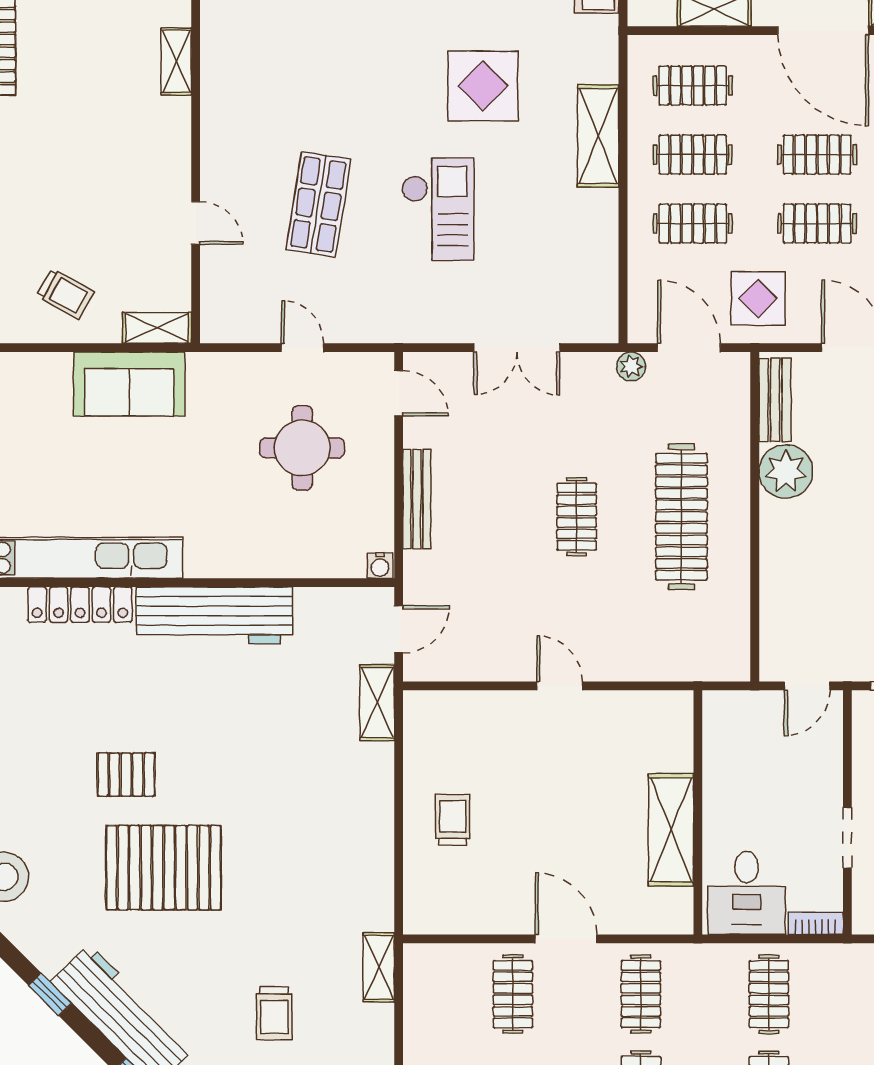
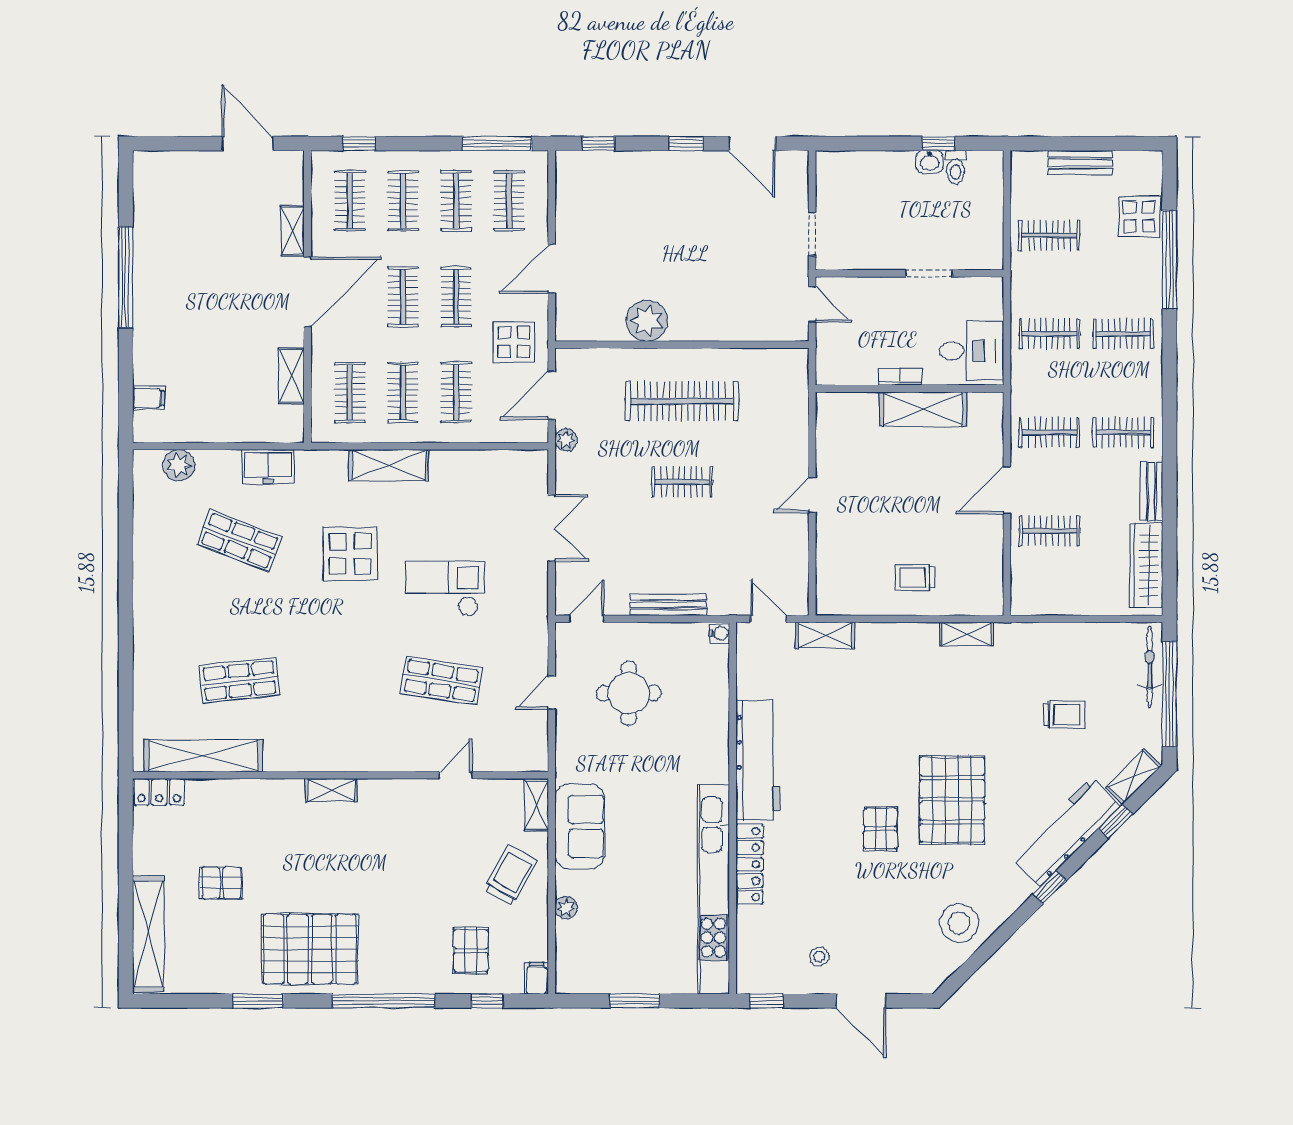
trolley: (65, 294) -> (510, 875), width x1.36, depth x1.39
plant: (24, 366) -> (566, 908), added
bench: (775, 400) -> (592, 329), removed
bookcase: (816, 924) -> (900, 377), moved, turned 90
shelving: (379, 967) -> (967, 634), moved

